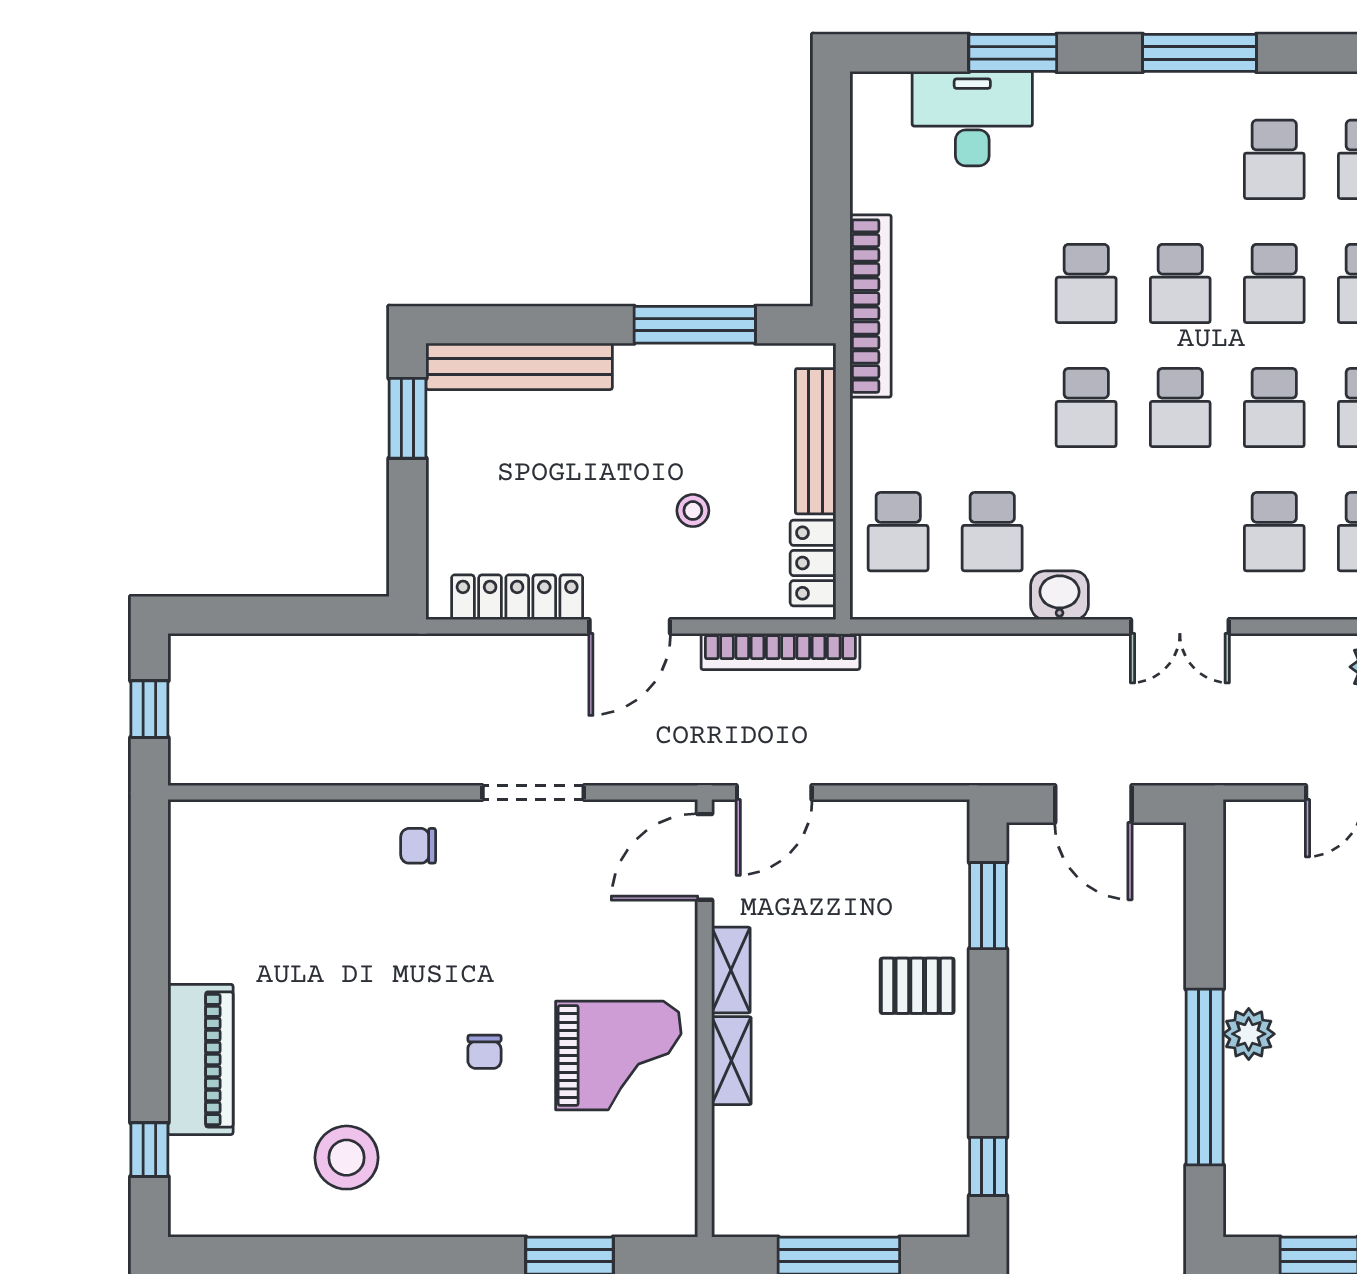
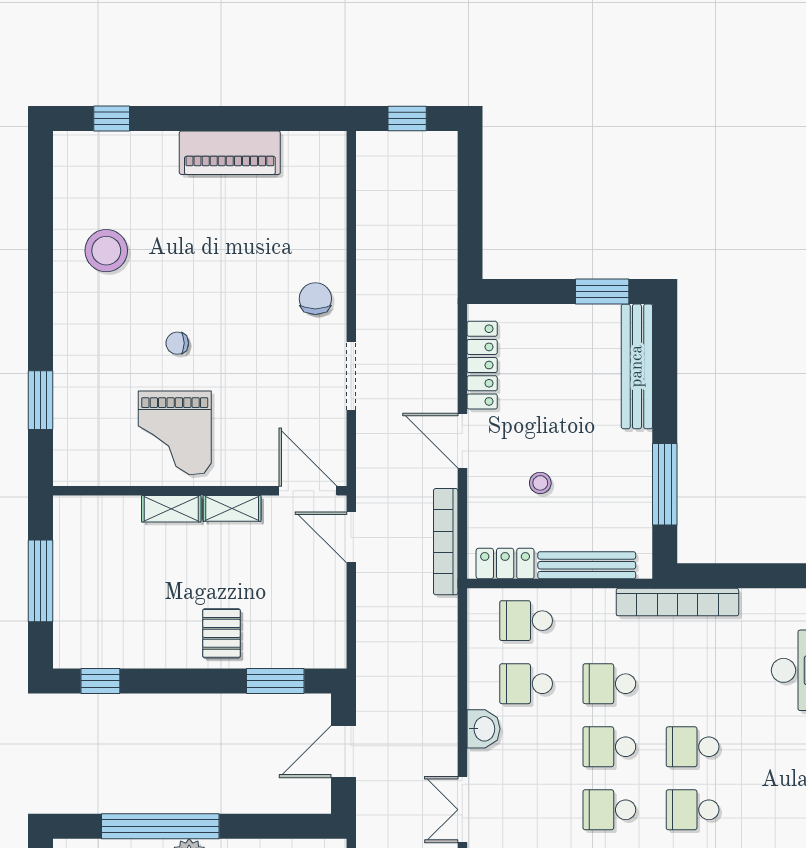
school desk: (992, 408) -> (609, 684), added
chair: (418, 846) -> (315, 299), width x1.37, depth x1.37
piano: (200, 1059) -> (230, 153), moved

